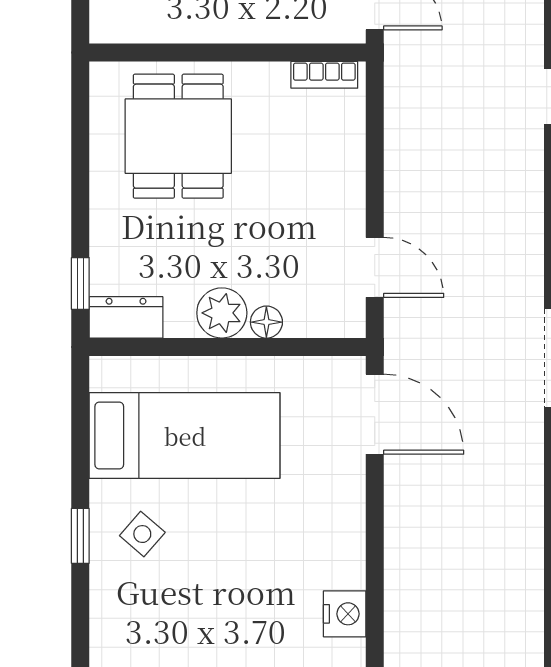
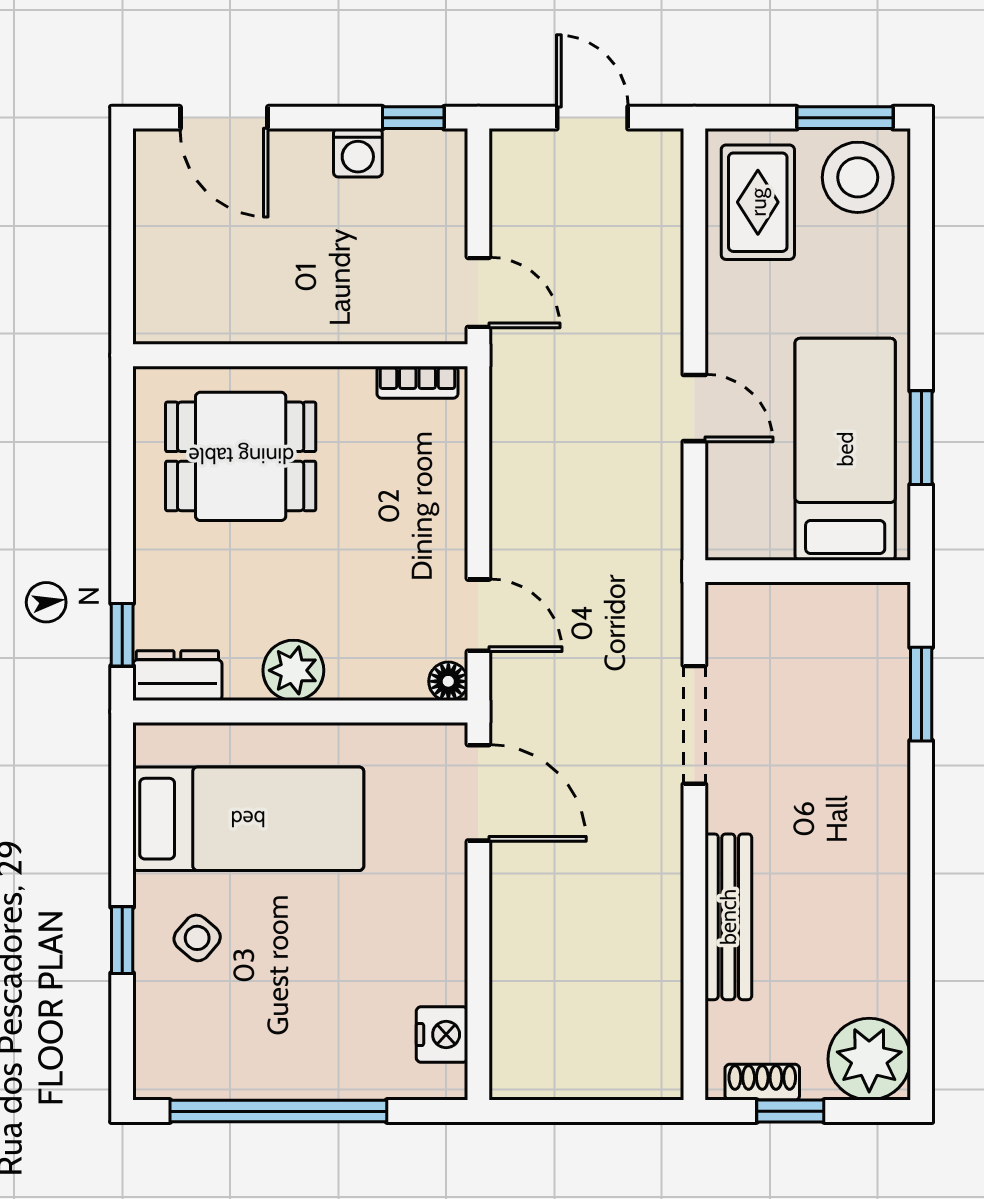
dining table: (178, 136) -> (241, 456), turned 90
floor lamp: (266, 322) -> (448, 681), moved

